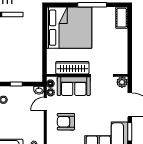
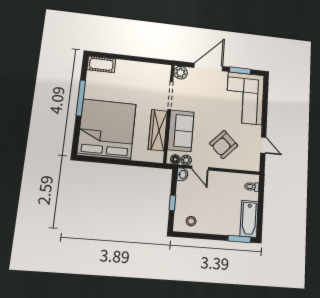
armchair: (66, 122) -> (224, 145), turned 44

